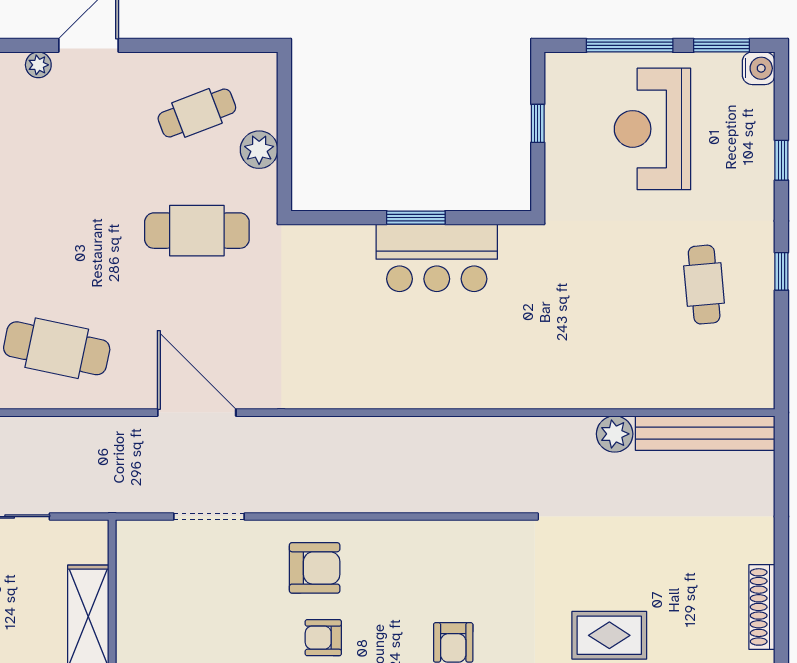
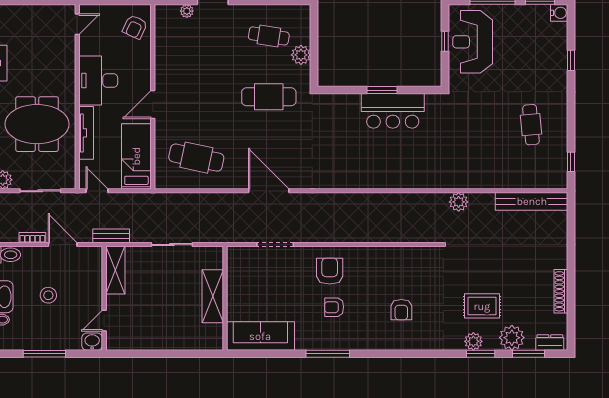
cafe table: (197, 113) -> (269, 36), turned 30
reception desk: (652, 129) -> (473, 42), moved
window: (781, 271) -> (571, 162), moved
plant: (615, 434) -> (459, 202), moved
armchair: (315, 568) -> (330, 271), turned -90

